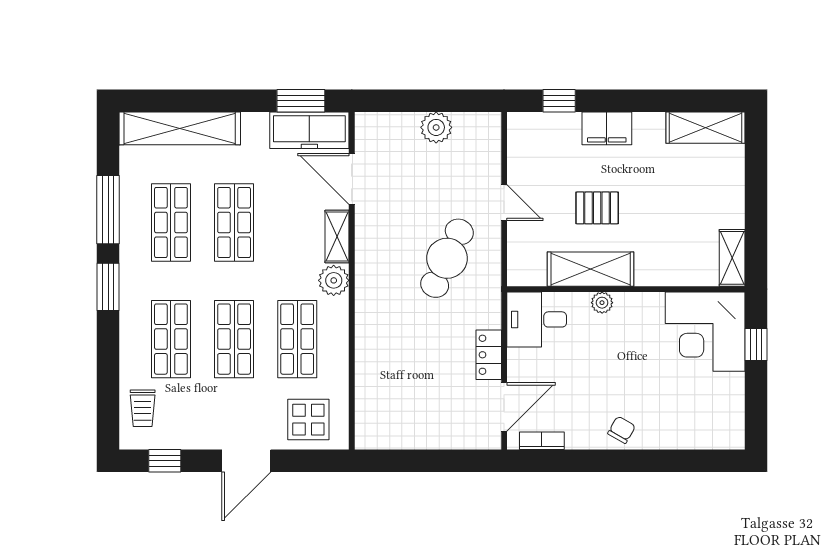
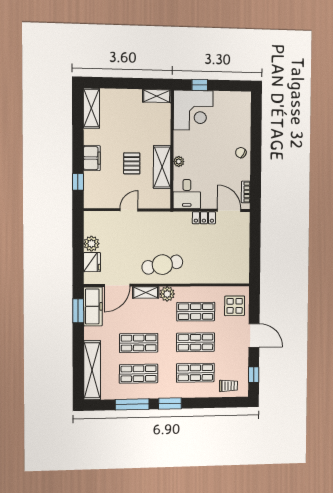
fridge: (399, 129) -> (92, 262), added
cafe table: (447, 258) -> (162, 265), moved, turned -36

